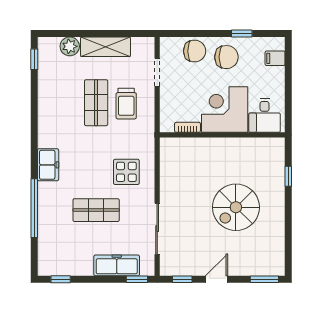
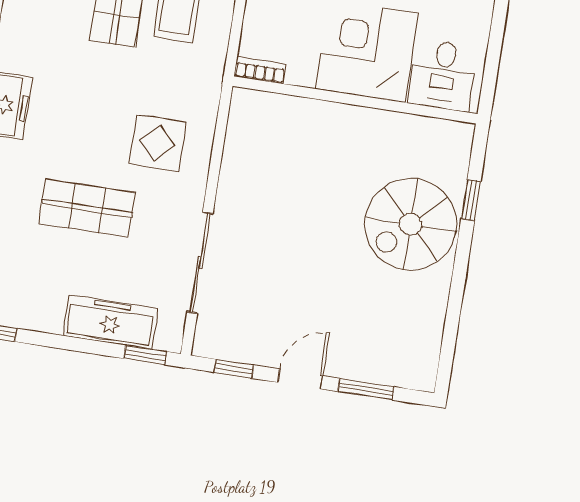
bookcase: (187, 127) -> (260, 70), moved
spiral stairs: (236, 207) -> (411, 224), moved
window: (264, 279) -> (366, 389), moved

